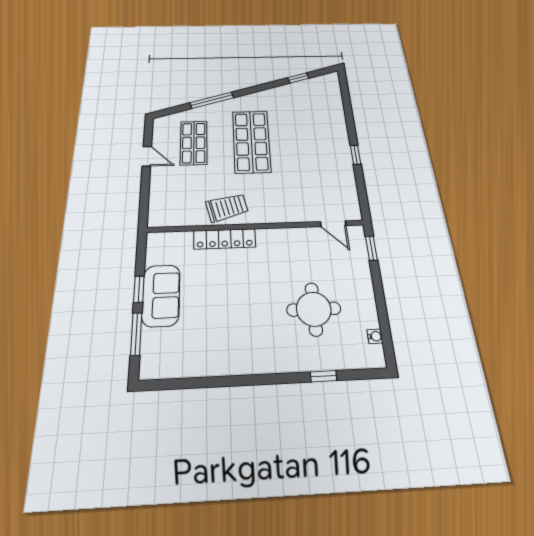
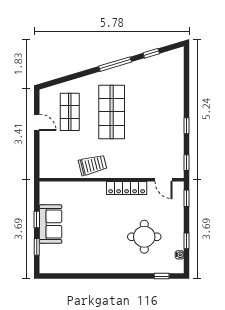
window: (212, 100) -> (115, 64), moved
window: (363, 200) -> (186, 163), added
locker: (225, 239) -> (127, 188), moved
window: (382, 313) -> (186, 241), added
window: (136, 334) -> (37, 247), width x0.67
window: (324, 376) -> (162, 276), moved

